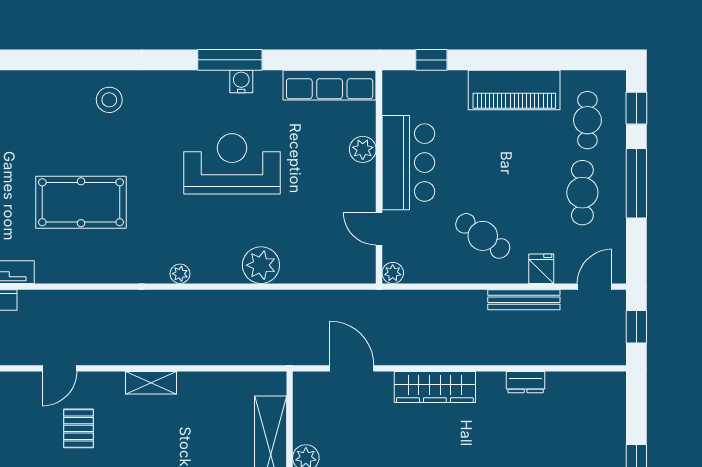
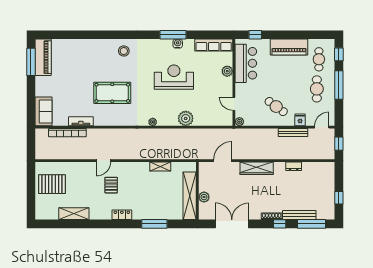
bar counter: (408, 163) -> (246, 63), moved
door: (352, 368) -> (223, 161), hinge flipped
shelving: (151, 383) -> (160, 166), moved

